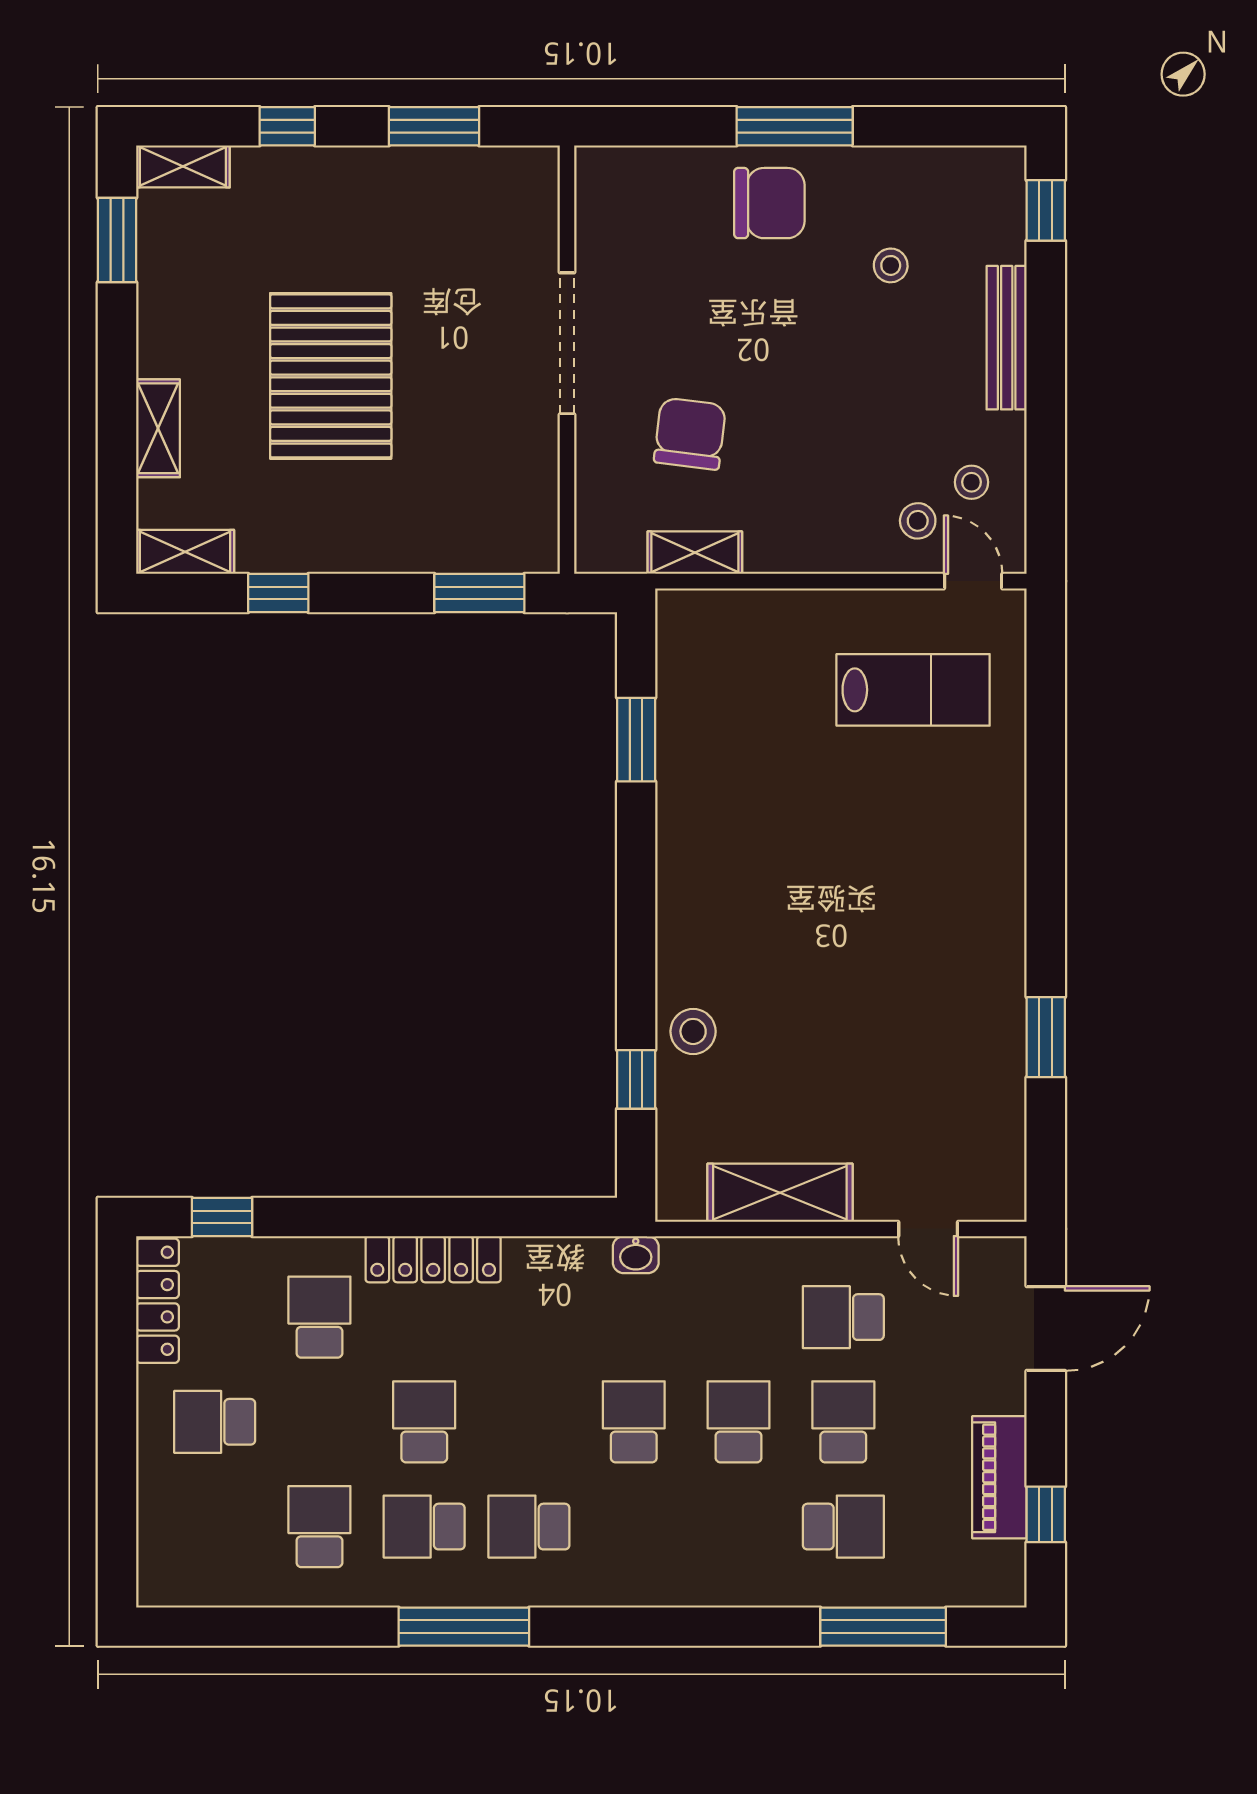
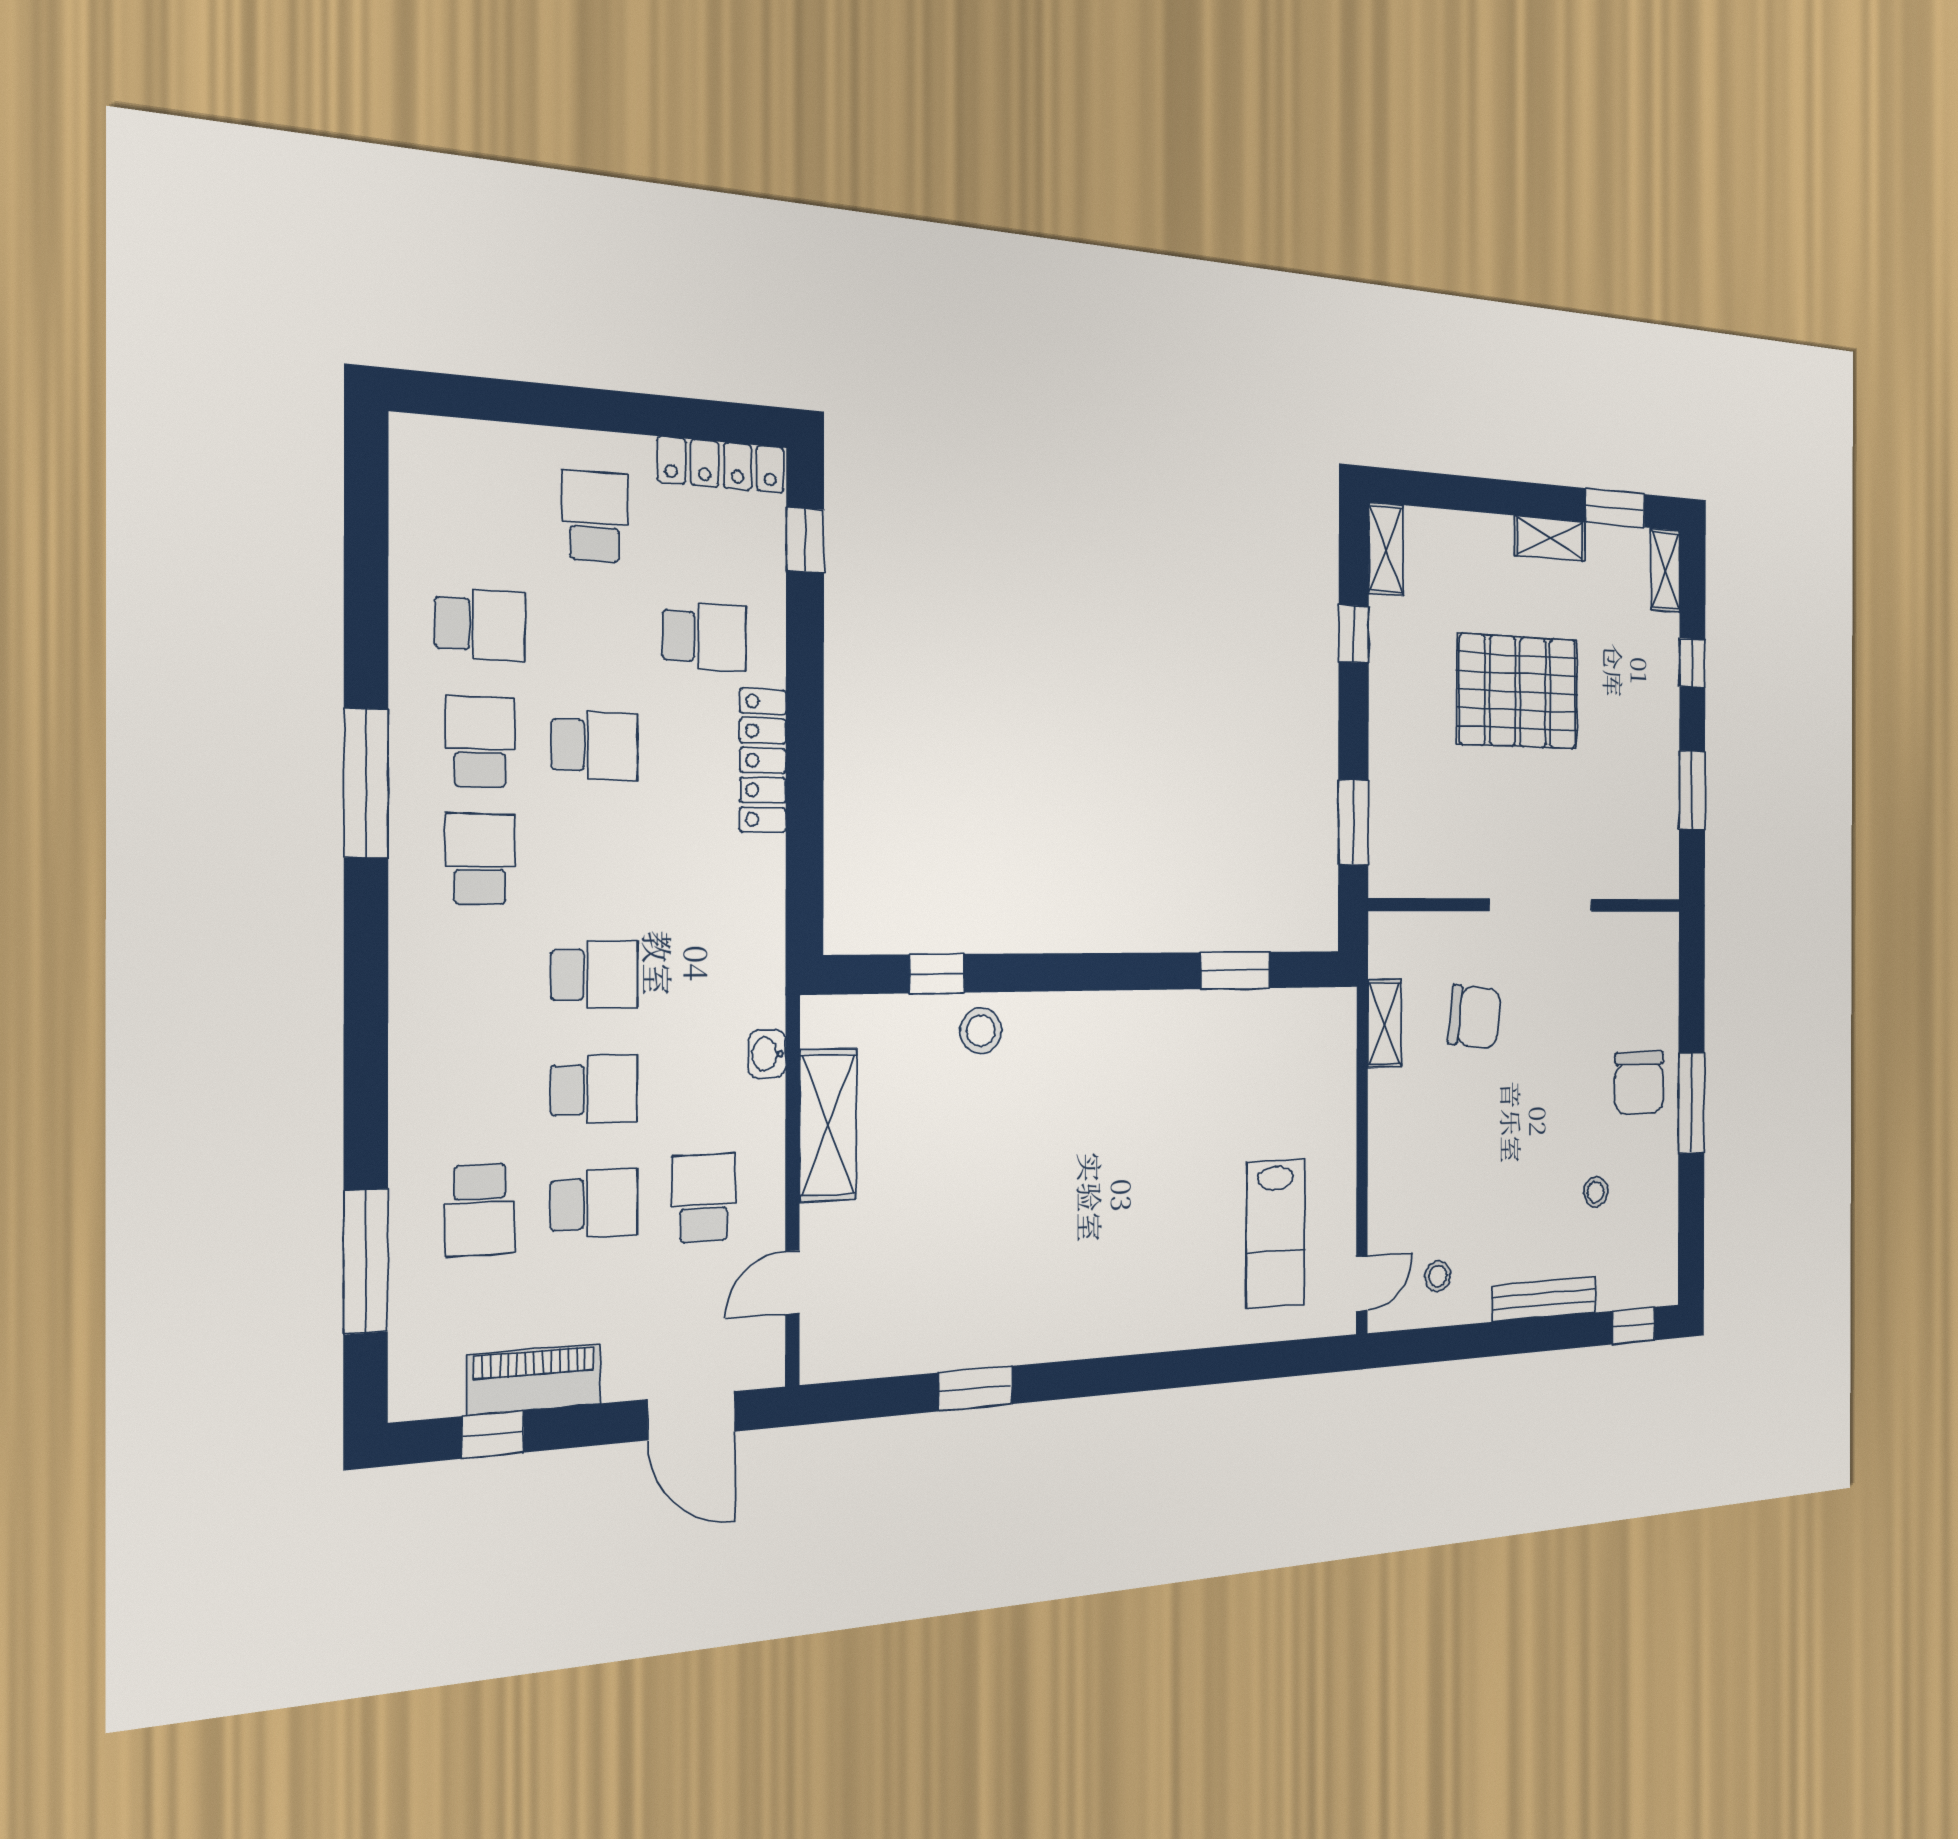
shelving: (158, 428) -> (1550, 538), moved
stool: (918, 521) -> (1408, 1229), removed
washbasin: (636, 1255) -> (767, 1054), moved

